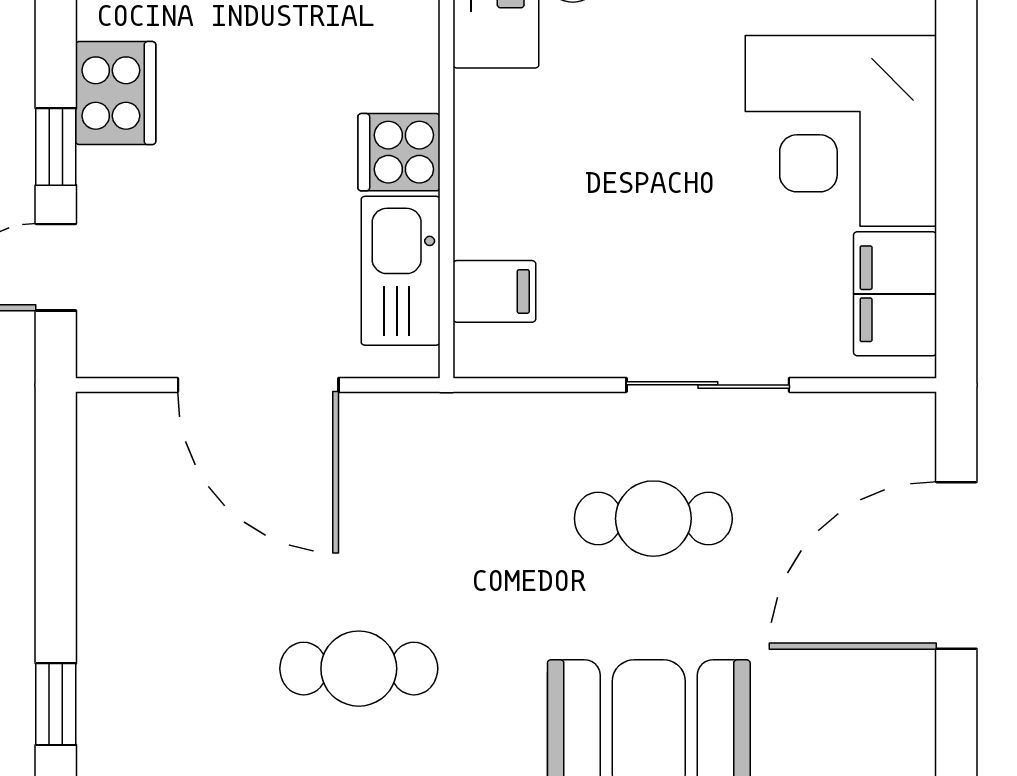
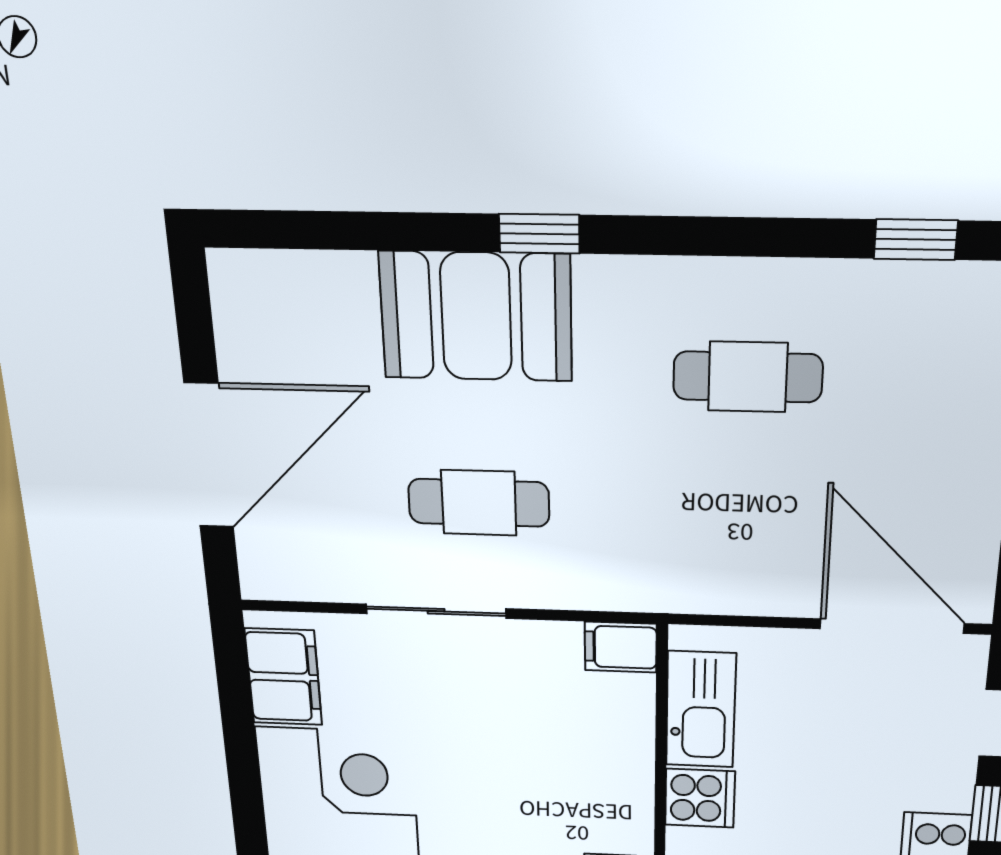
filing cabinet: (494, 291) -> (621, 647), moved
door: (258, 385) -> (892, 626), moved

